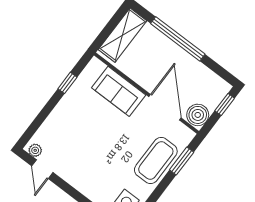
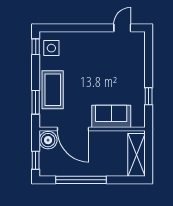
window: (178, 39) -> (81, 180), moved
plant: (35, 150) -> (136, 37), removed
door: (42, 169) -> (122, 28), hinge flipped

